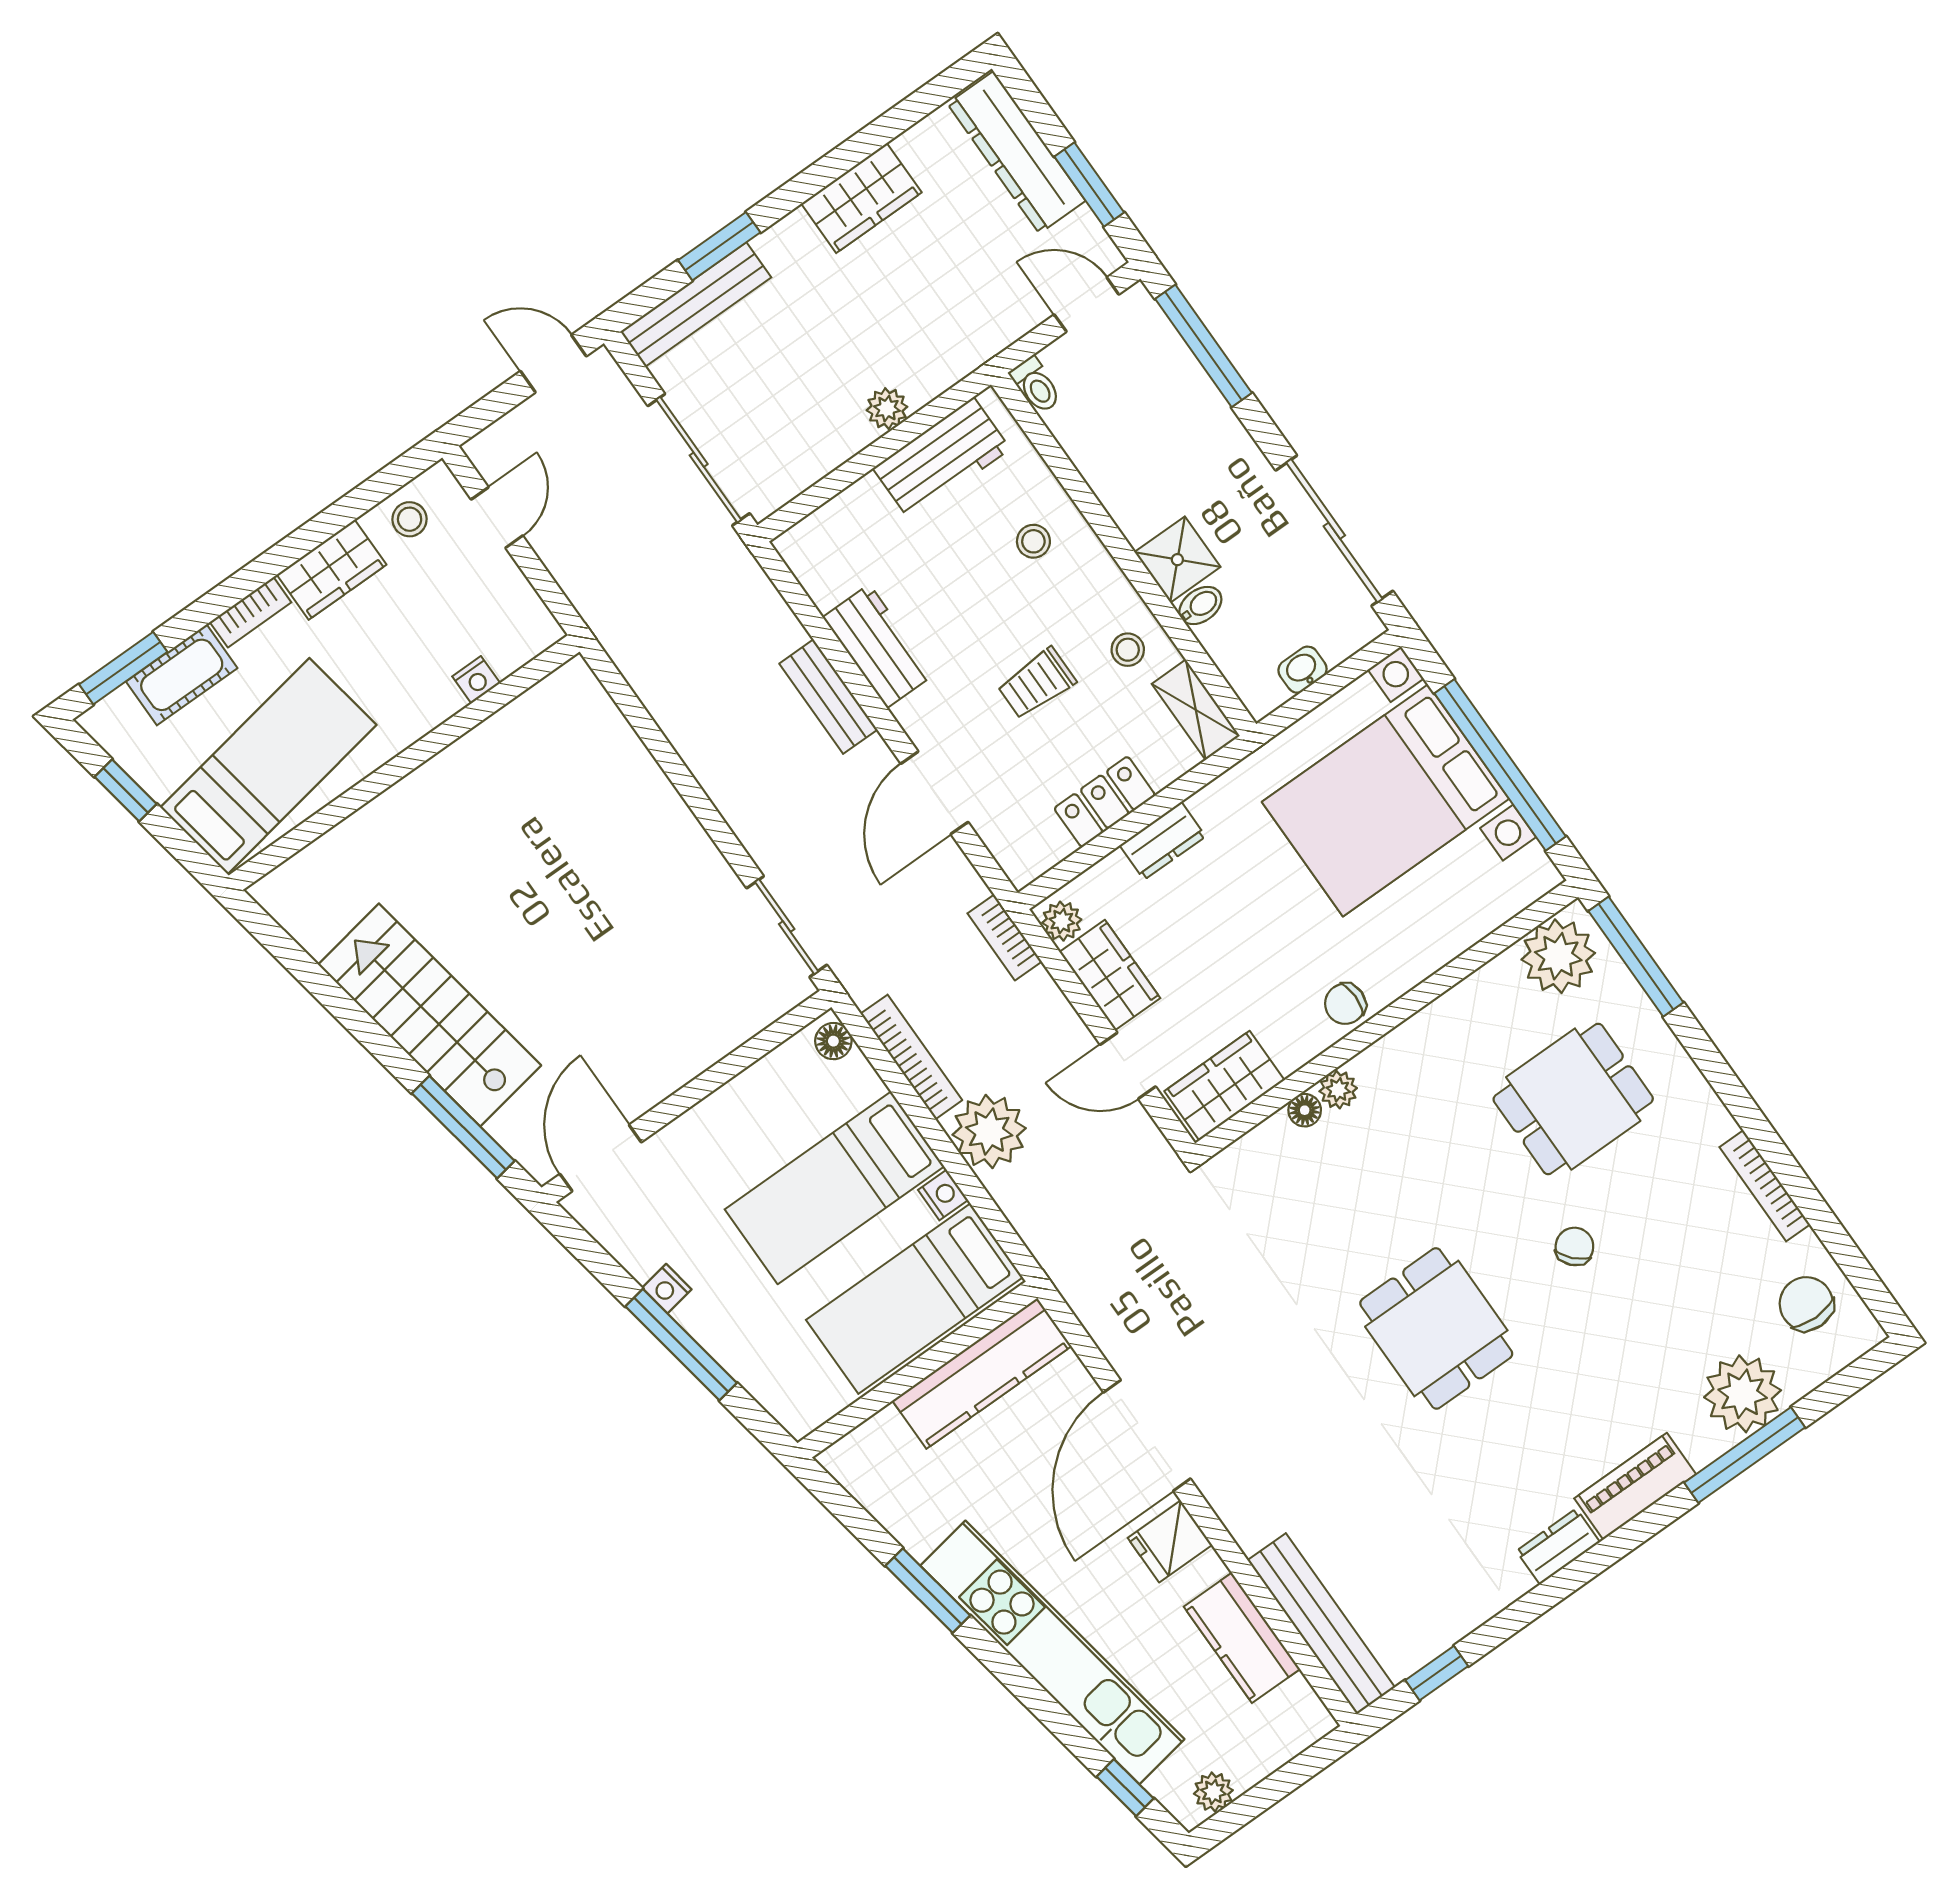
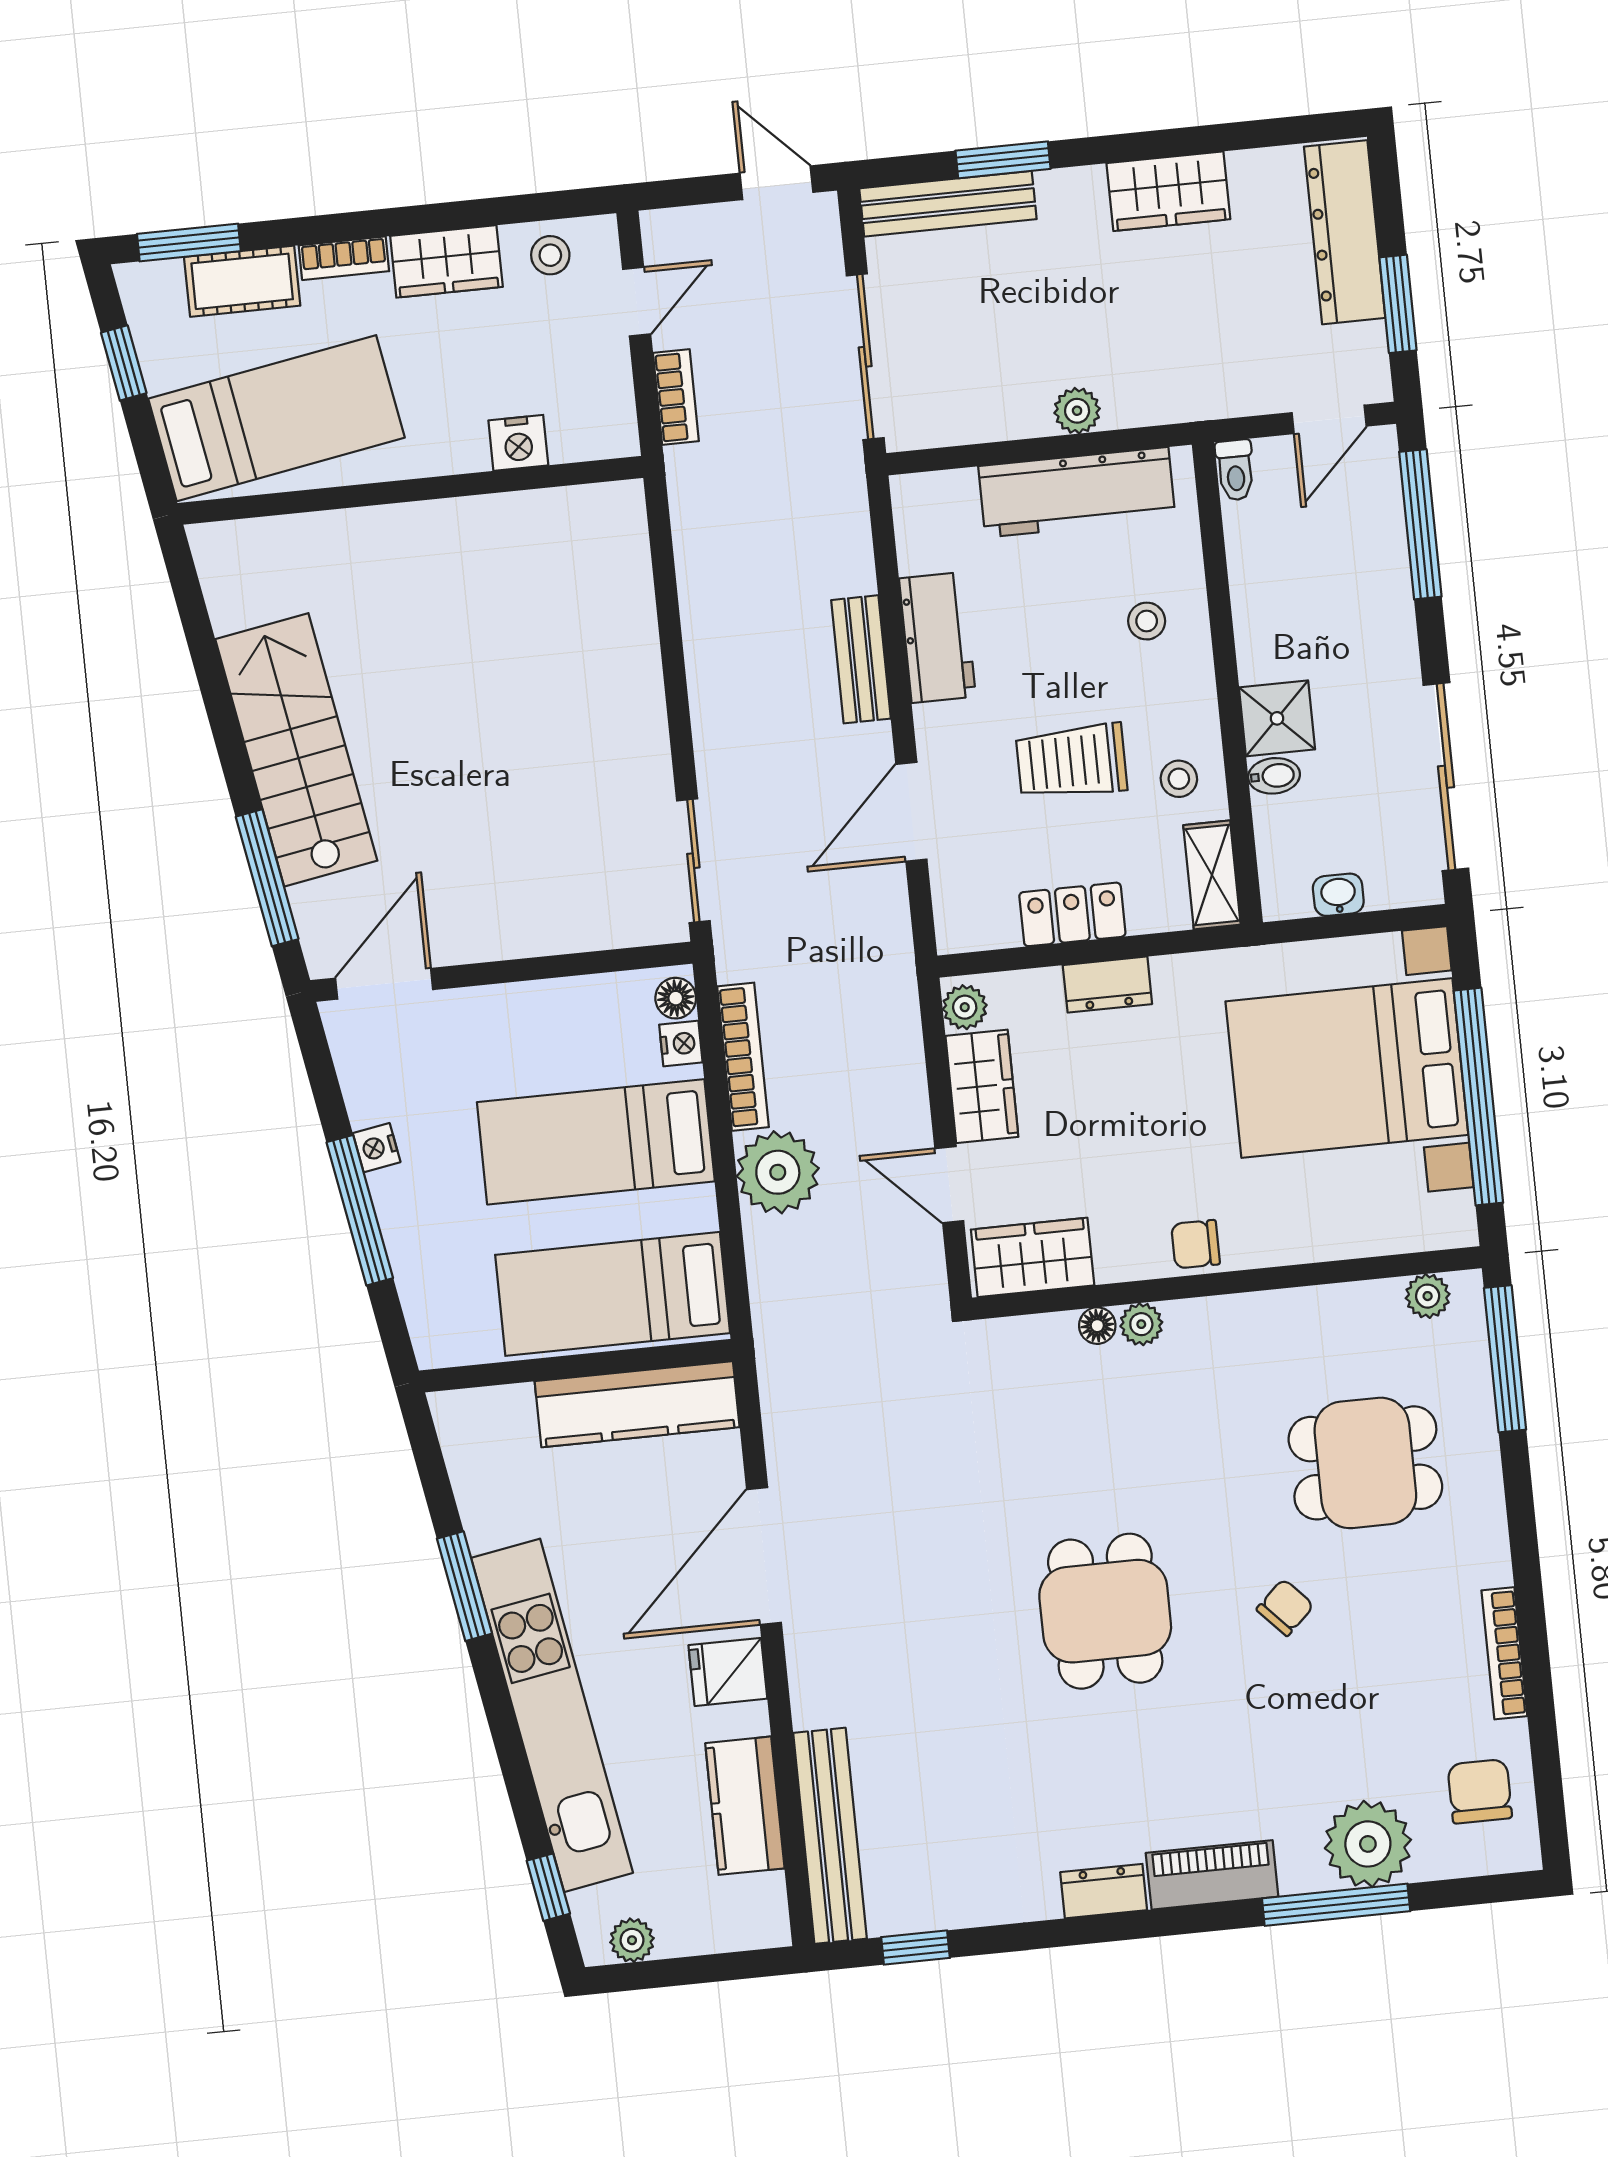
door: (1087, 305) -> (1329, 419), swing flipped
workbench: (942, 459) -> (1077, 492), width x1.38
nightstand: (476, 680) -> (518, 443), width x1.39, depth x1.35
trolley: (1037, 683) -> (1071, 761), width x1.36, depth x1.39
bookcase: (1005, 937) -> (676, 397), moved, turned 180
plant: (1558, 956) -> (1428, 1296), width x0.53, depth x0.53
nightstand: (943, 1195) -> (681, 1044), moved

